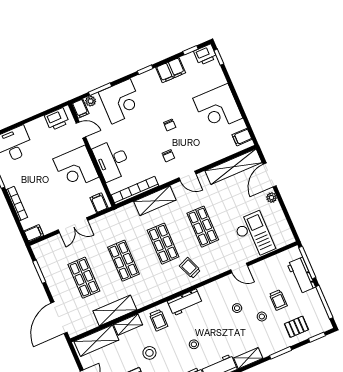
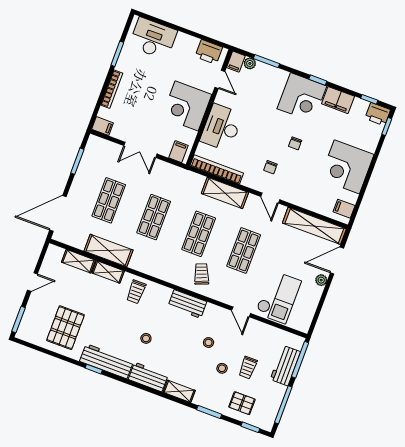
corner desk: (121, 101) -> (302, 97), moved
workbench: (185, 302) -> (187, 304), moved
shelving: (96, 341) -> (78, 261), width x0.67, depth x0.75
stool: (149, 353) -> (104, 311), removed

